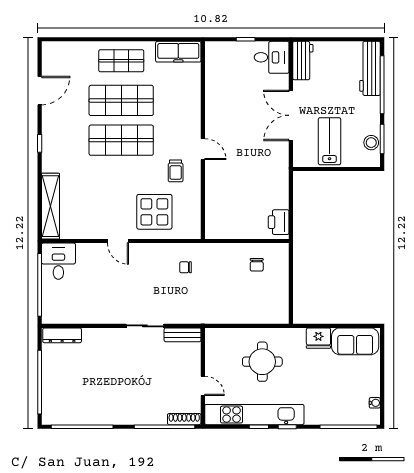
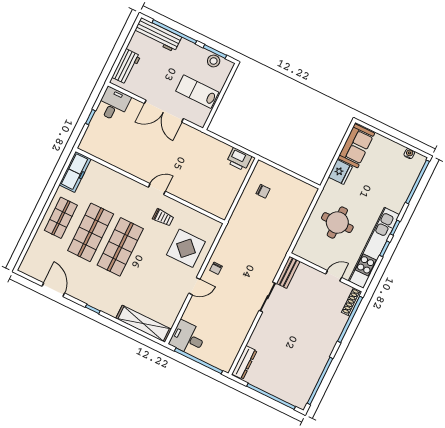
workbench: (303, 61) -> (126, 67), moved, turned 90
chair: (186, 267) -> (216, 268), moved

